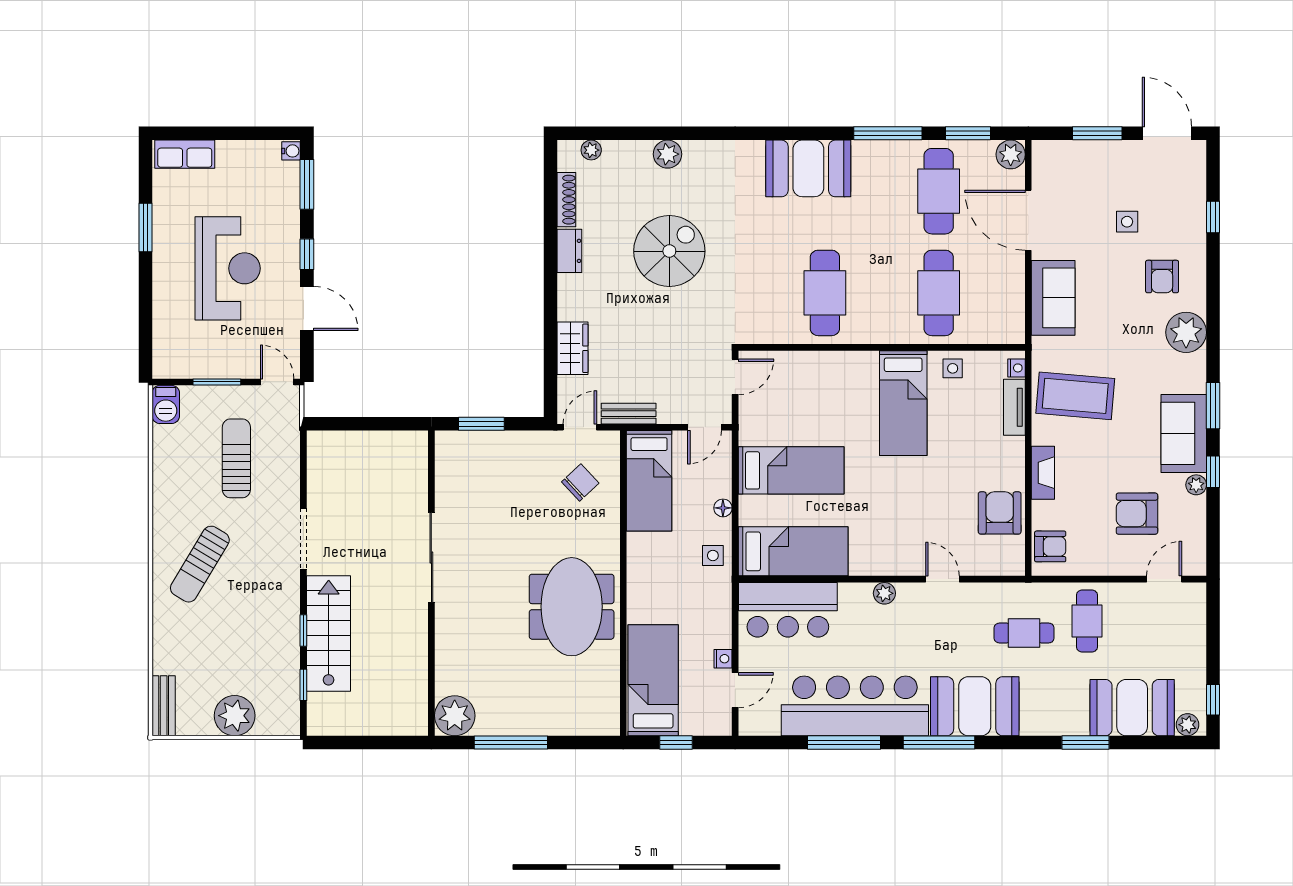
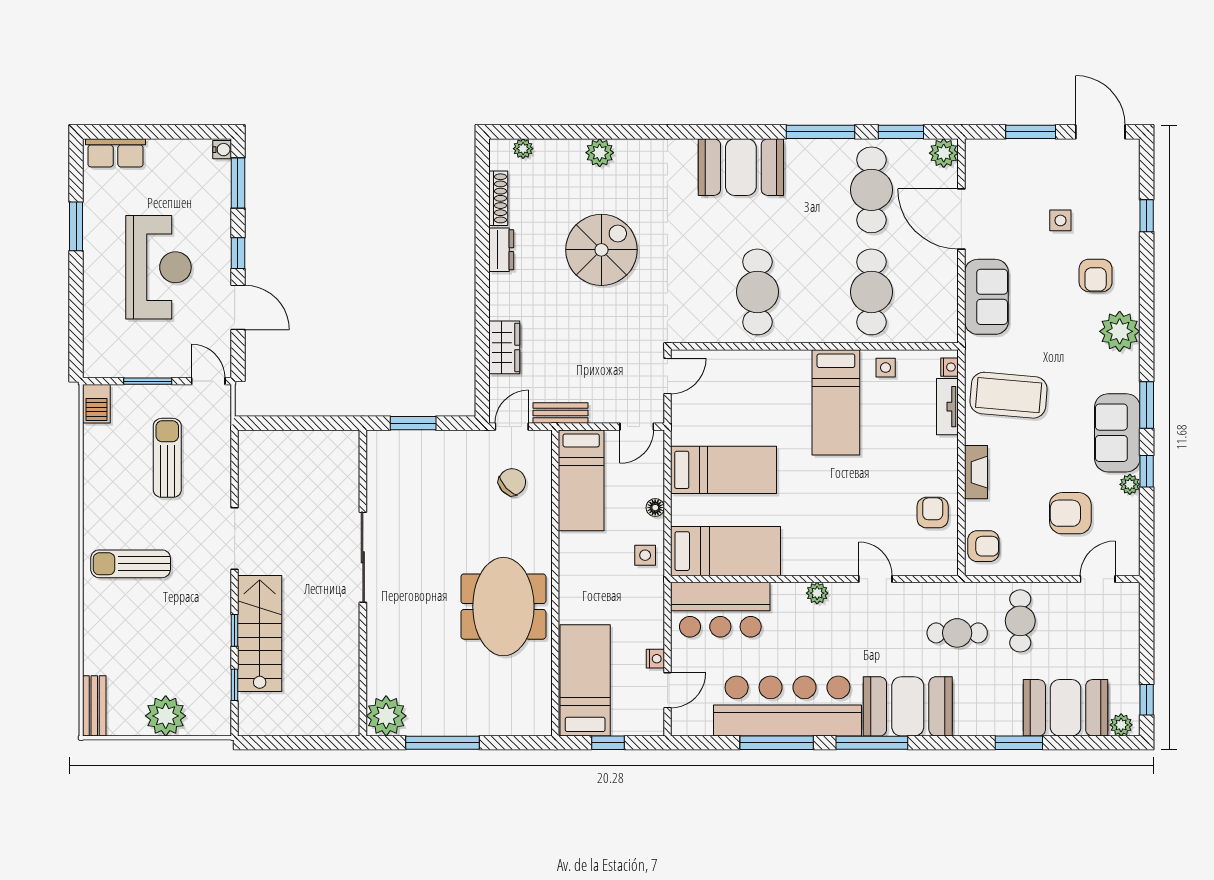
armchair: (1000, 513) -> (933, 513), width x0.72, depth x0.72
sun lounger: (200, 564) -> (131, 564), turned 59

